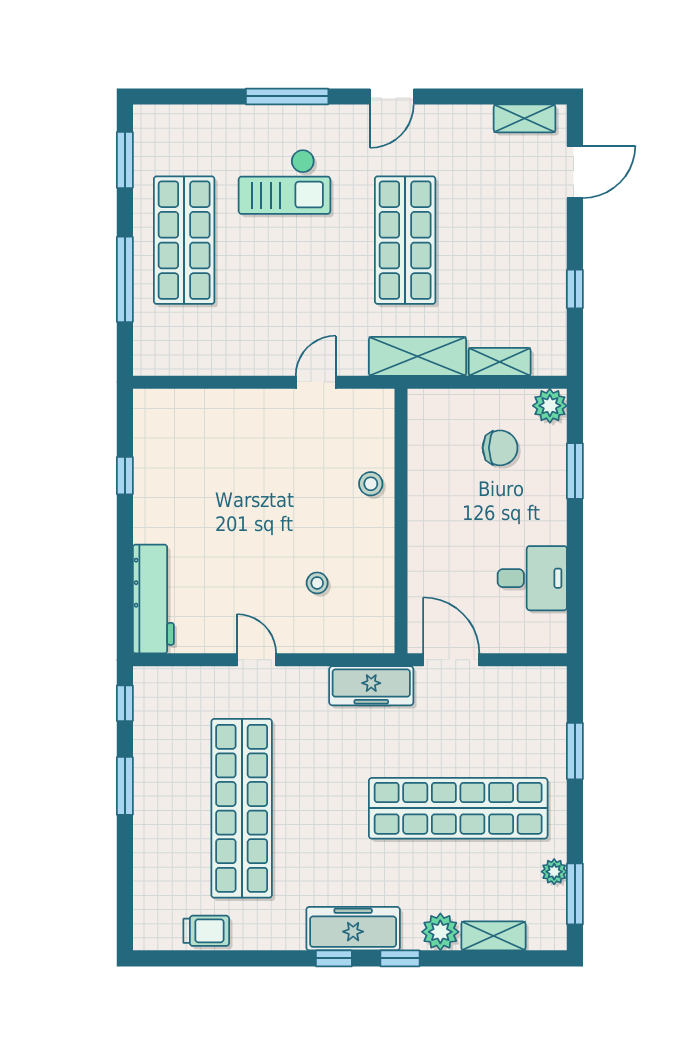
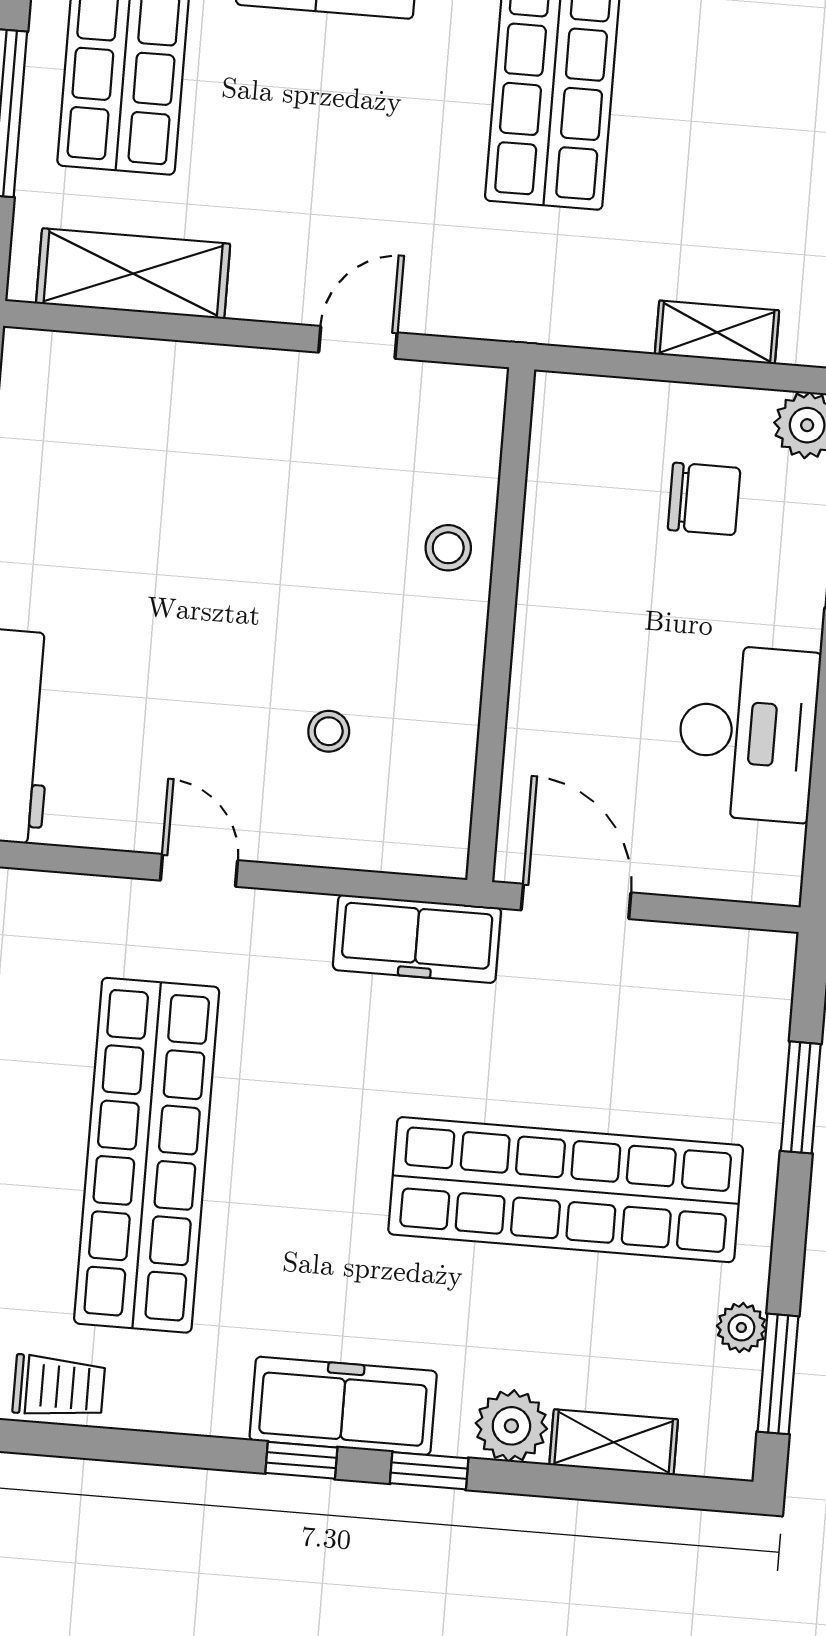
shelving: (417, 356) -> (133, 274), moved
desk: (532, 578) -> (748, 733), width x1.37

